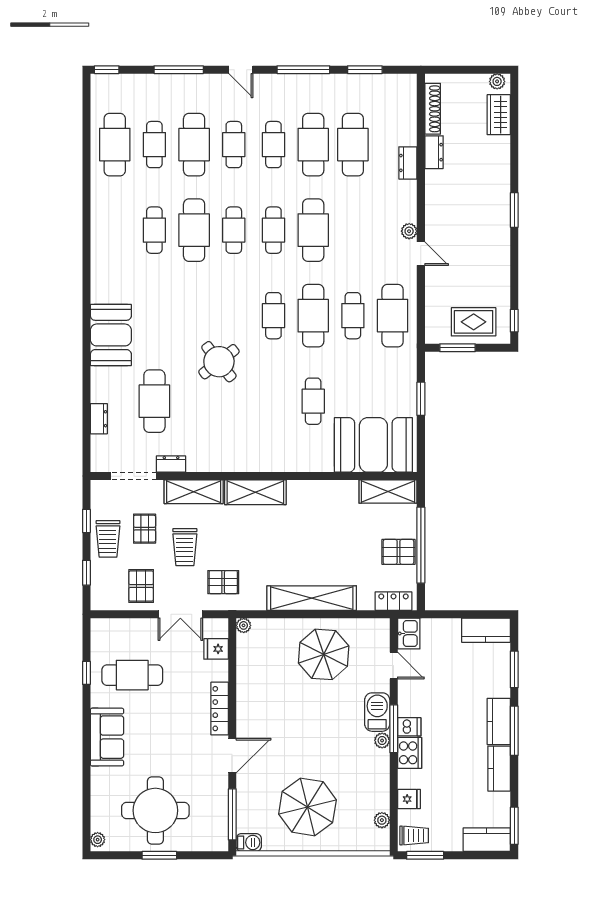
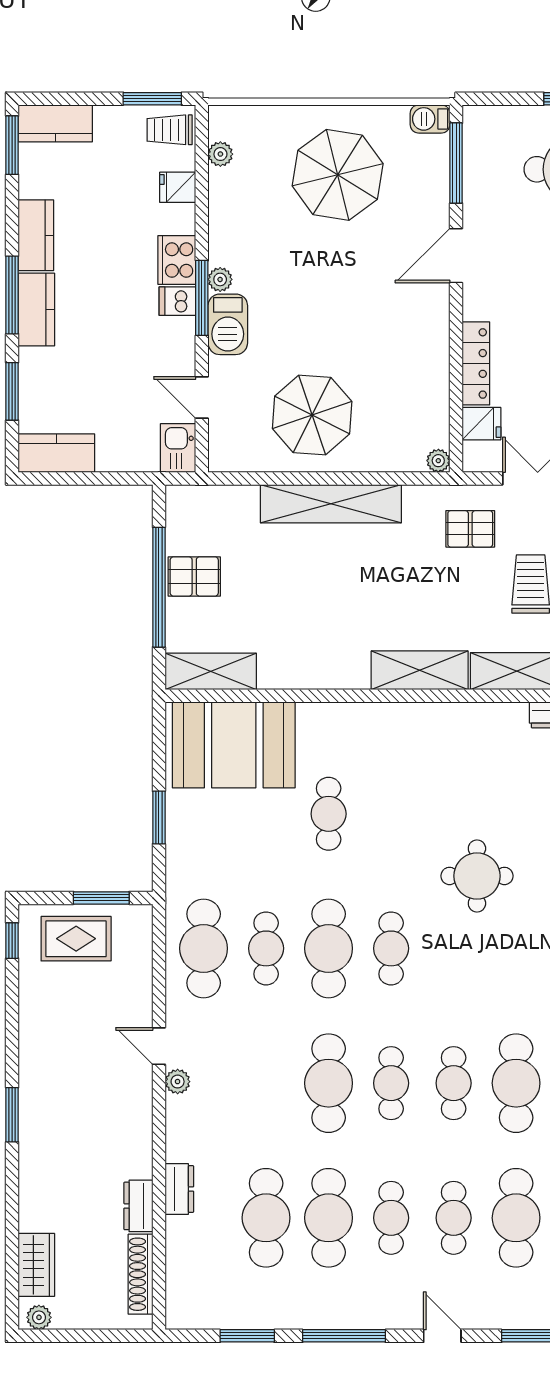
round table: (219, 362) -> (477, 876), turned 38
locker: (393, 601) -> (202, 499), removed
locker: (220, 709) -> (476, 363), moved

